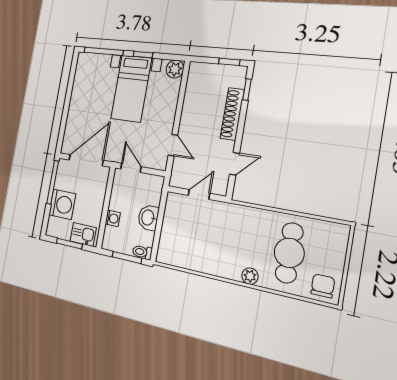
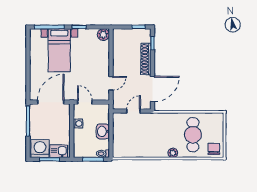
bed with nightstands: (131, 89) -> (59, 50), moved
door: (173, 145) -> (111, 83), hinge flipped
door: (234, 164) -> (152, 89), width x1.87
washing machine: (62, 204) -> (40, 149), moved, turned -90
washing machine: (113, 218) -> (78, 123), moved

